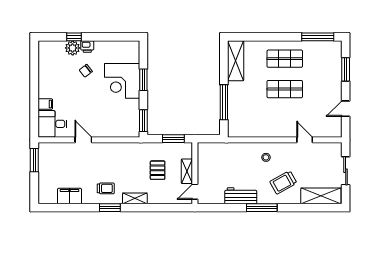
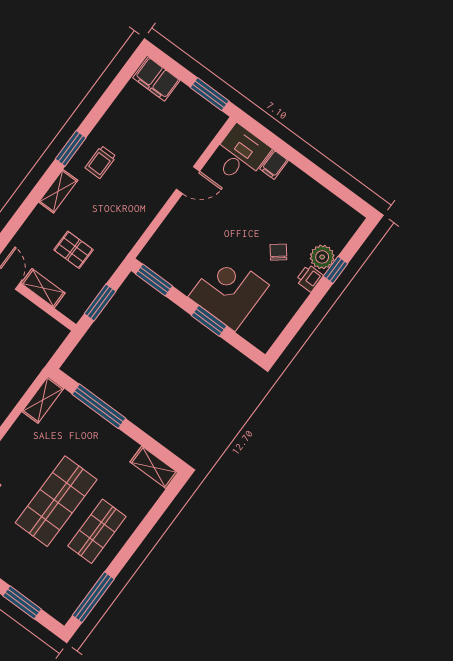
shelving: (236, 61) -> (154, 467), width x0.67, depth x0.75
shop shelf: (285, 89) -> (56, 501), width x1.43, depth x1.36
shelving: (241, 131) -> (43, 400), added
filing cabinet: (69, 196) -> (156, 79), moved, turned 90

